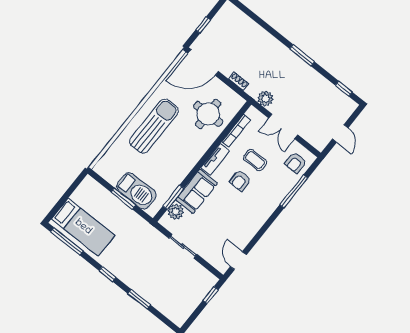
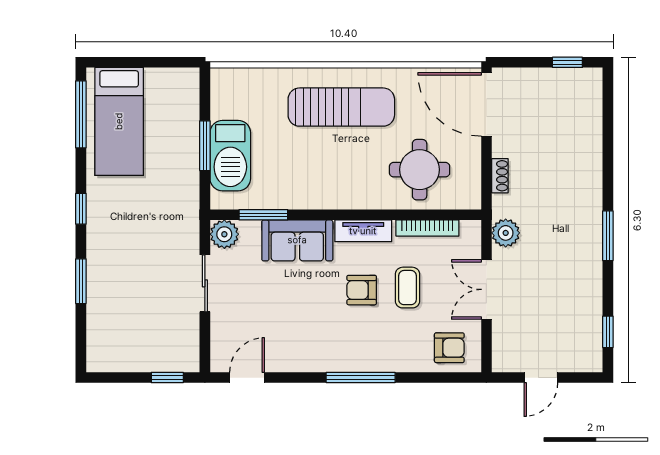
window: (203, 25) -> (567, 62), moved
armchair: (296, 163) -> (449, 348), turned 180
window: (294, 191) -> (361, 378), moved
plant: (176, 212) -> (224, 234), moved

